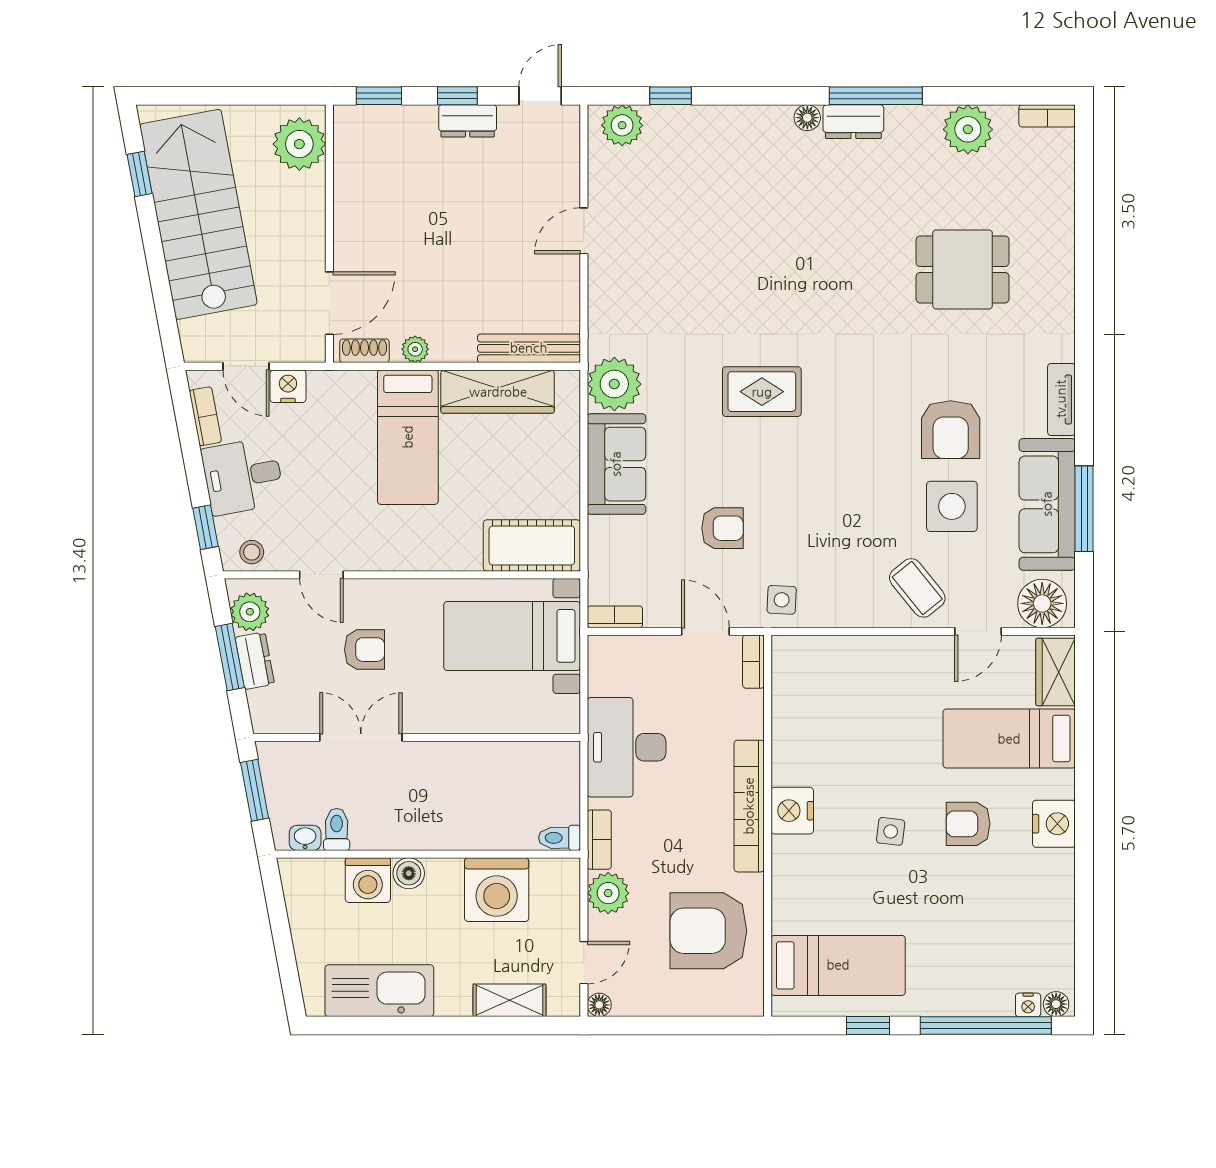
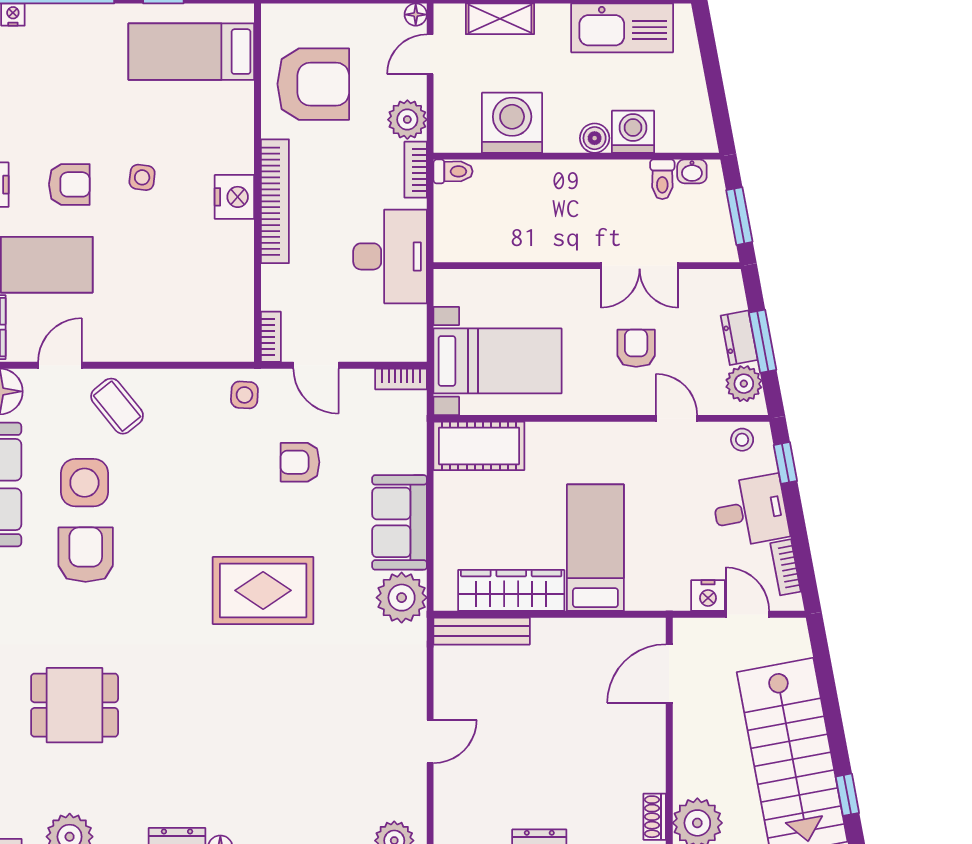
plant: (415, 349) -> (589, 630), removed
shoe rack: (364, 351) -> (655, 817), moved, turned 90
rug: (762, 392) -> (263, 590), width x1.36, depth x1.43
armchair: (365, 650) -> (636, 348), turned 90

